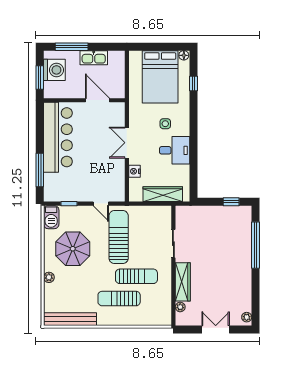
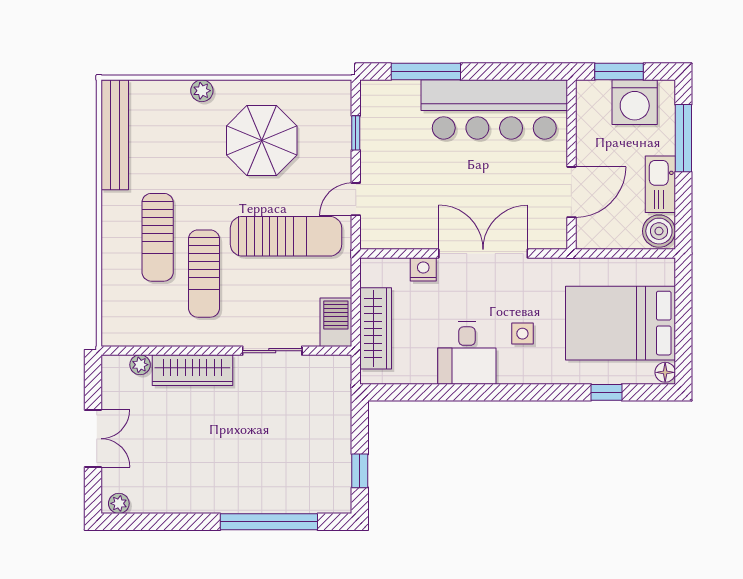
boiler: (116, 58) -> (659, 231), added
double door: (127, 143) -> (483, 254), width x1.37
barbecue: (51, 217) -> (336, 322), moved, turned 90
sun lounger: (119, 299) -> (158, 237), turned 180

